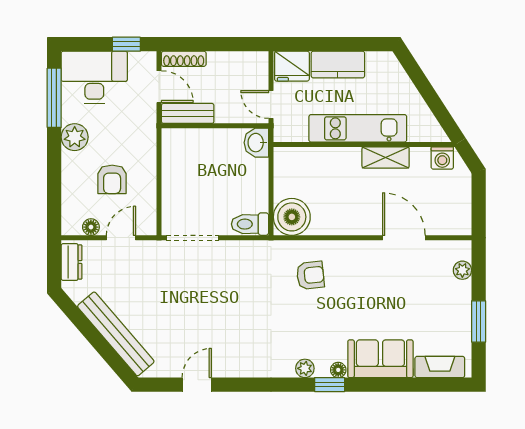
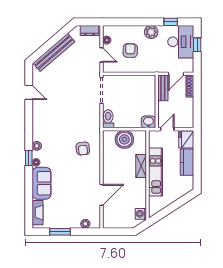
window: (126, 44) -> (197, 45), moved
window: (54, 98) -> (171, 22), width x0.46
shelving: (386, 157) -> (141, 166), moved
armchair: (112, 179) -> (130, 51), turned 91
boiler: (292, 217) -> (124, 139), moved

